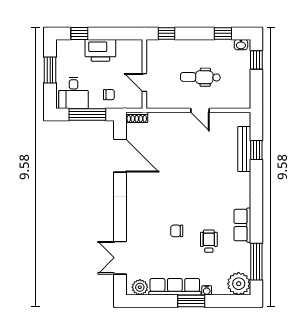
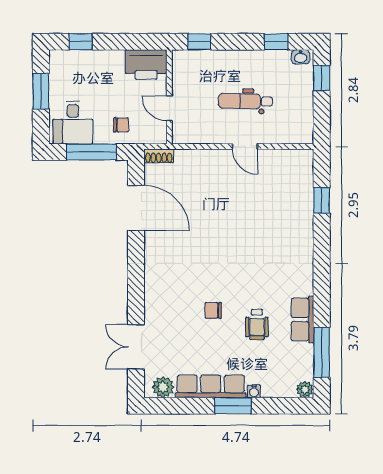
printer: (100, 50) -> (146, 65), moved
bench: (244, 149) -> (305, 199), removed
row of seats: (242, 225) -> (302, 319), moved
wheelchair: (209, 241) -> (257, 324), turned 180
plant: (239, 284) -> (305, 389), width x0.53, depth x0.53

